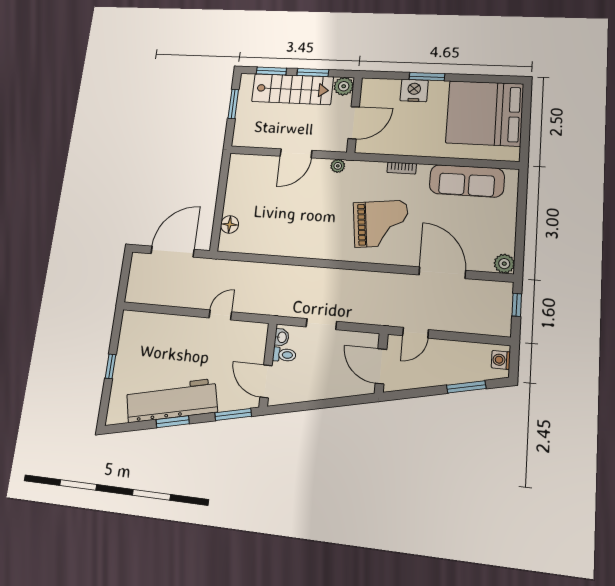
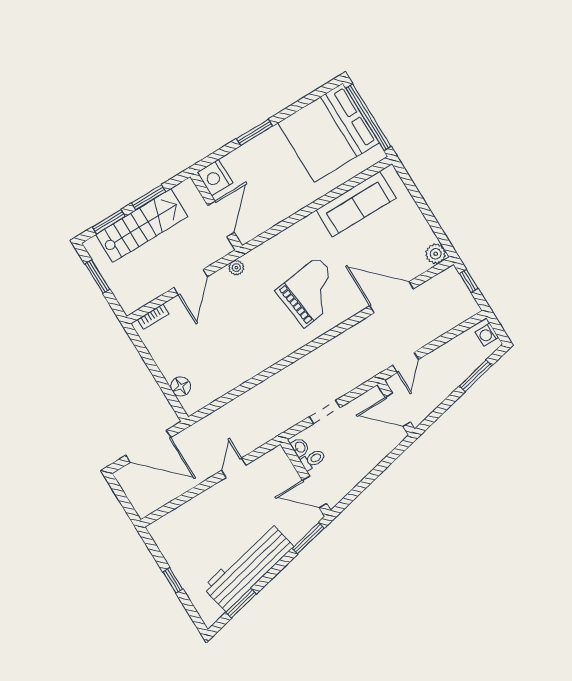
plant: (344, 86) -> (187, 191), removed
nightstand: (414, 90) -> (215, 178), moved, turned -90
window: (526, 122) -> (368, 117), added
bookcase: (402, 168) -> (153, 317), moved
door: (173, 252) -> (148, 446), swing flipped
window: (173, 422) -> (241, 603), moved

